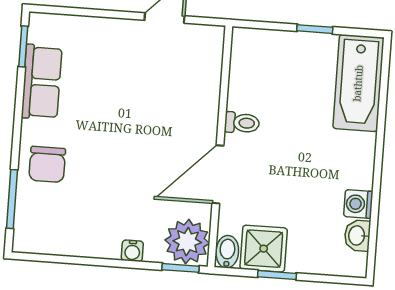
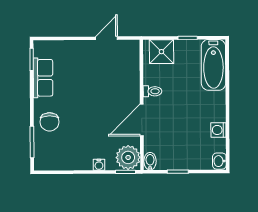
washbasin: (357, 236) -> (219, 161), moved
shower: (264, 249) -> (161, 52), moved

